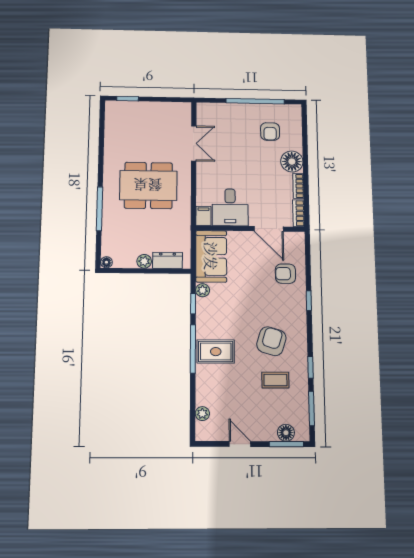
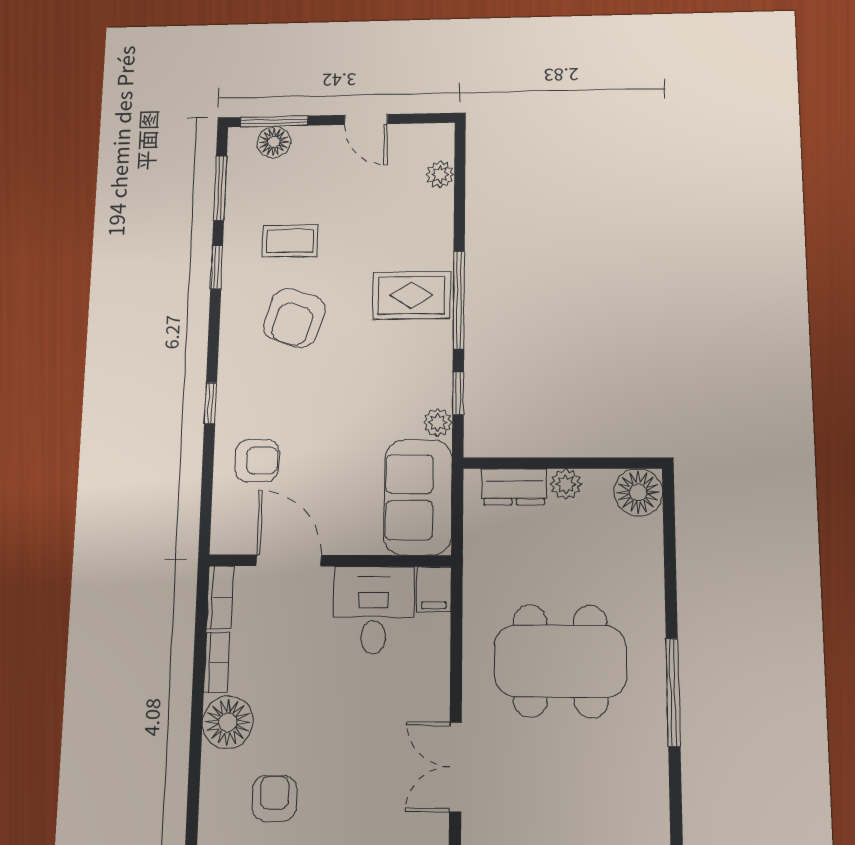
window: (99, 209) -> (673, 692), moved
floor lamp: (106, 262) -> (638, 492), width x1.89, depth x1.89

